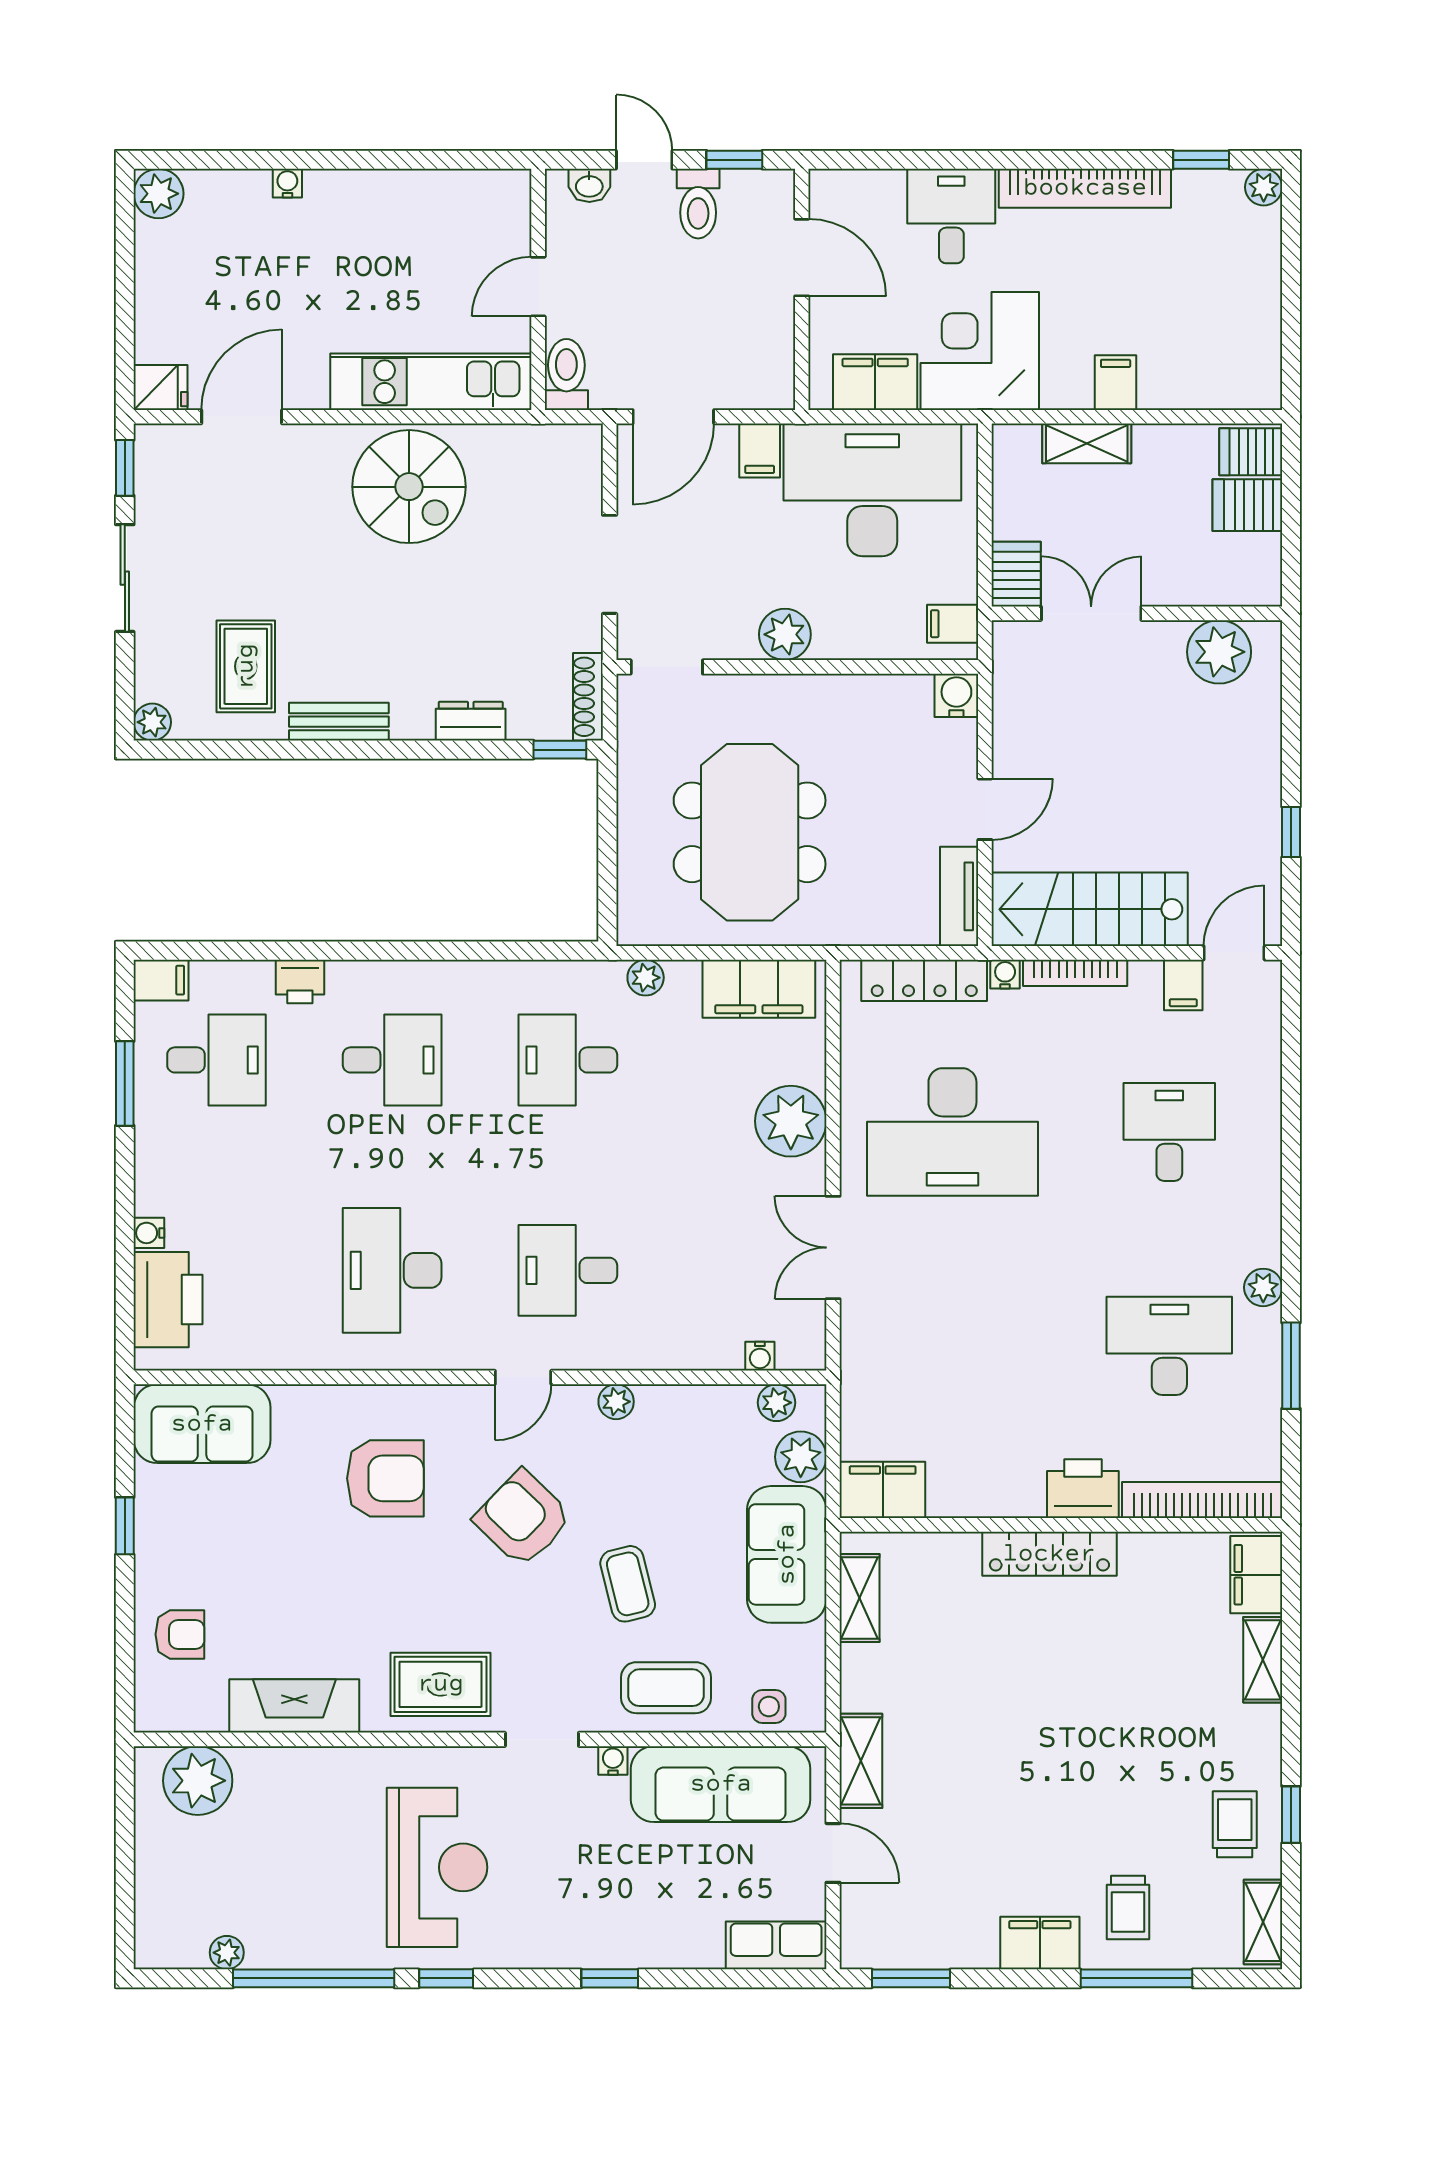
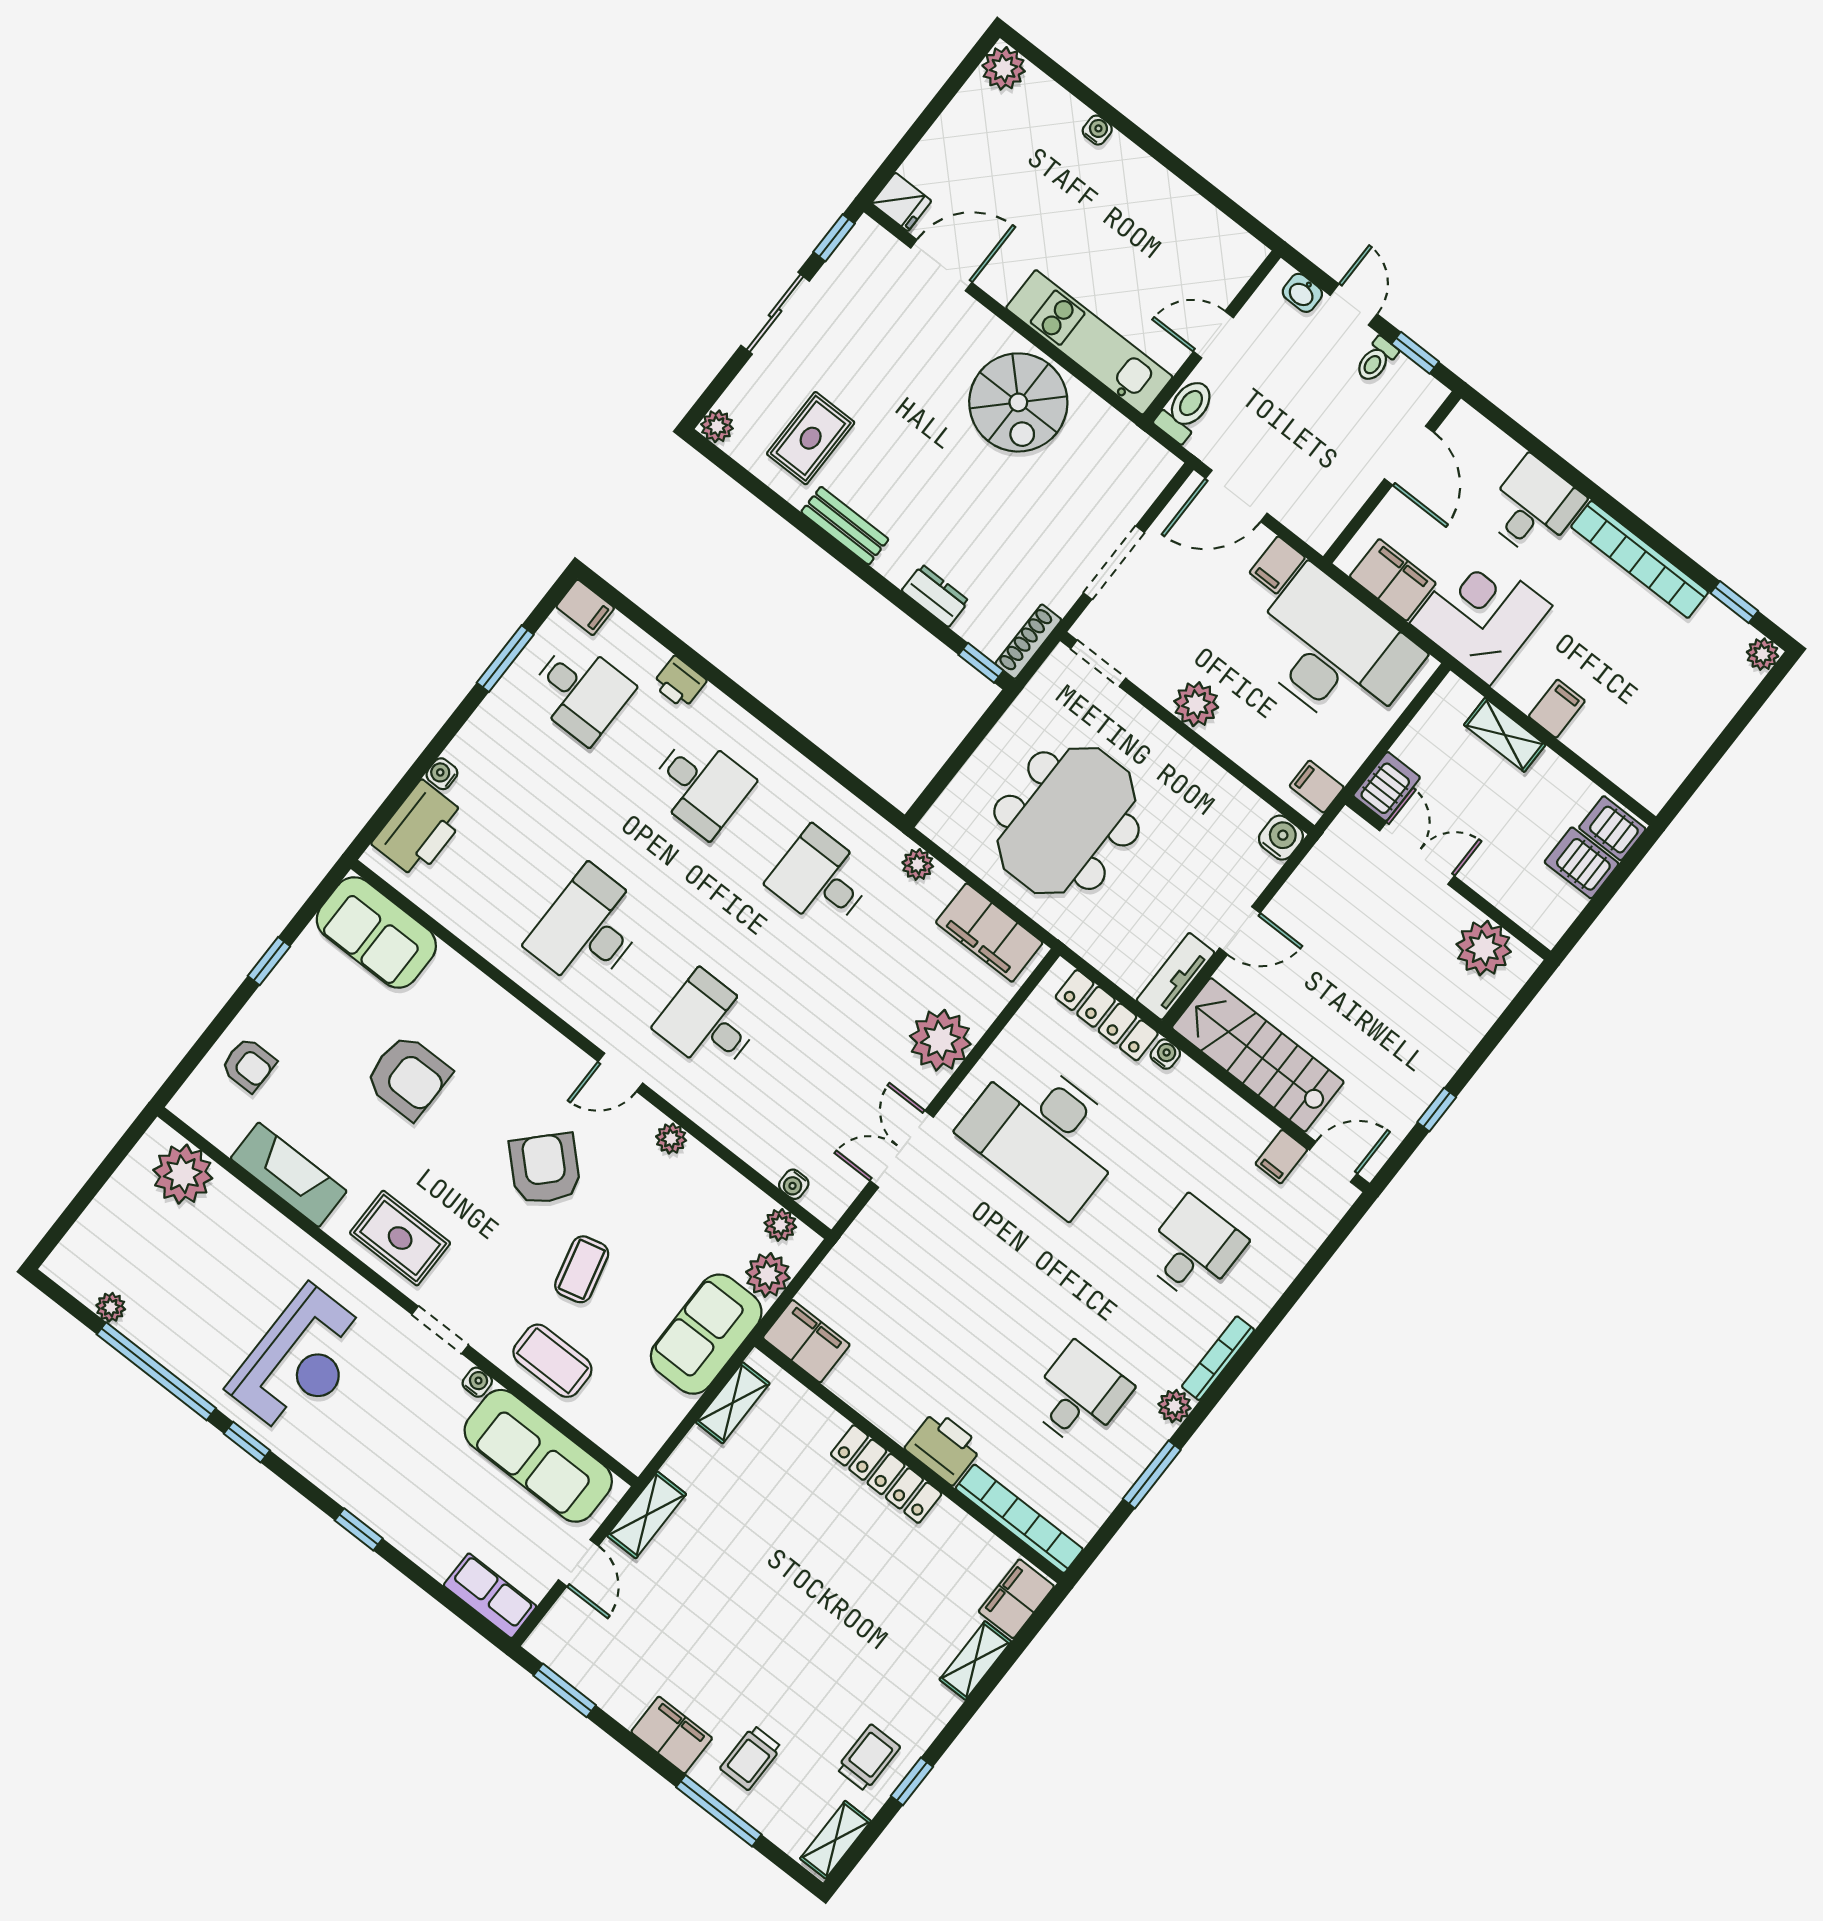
toilet: (698, 204) -> (1376, 360), width x0.73, depth x0.72
bookcase: (1075, 973) -> (1218, 1358), moved, turned 90
desk: (1169, 1346) -> (1079, 1396), width x0.73
armchair: (385, 1478) -> (408, 1077), moved
side table: (769, 1706) -> (613, 1429), removed

